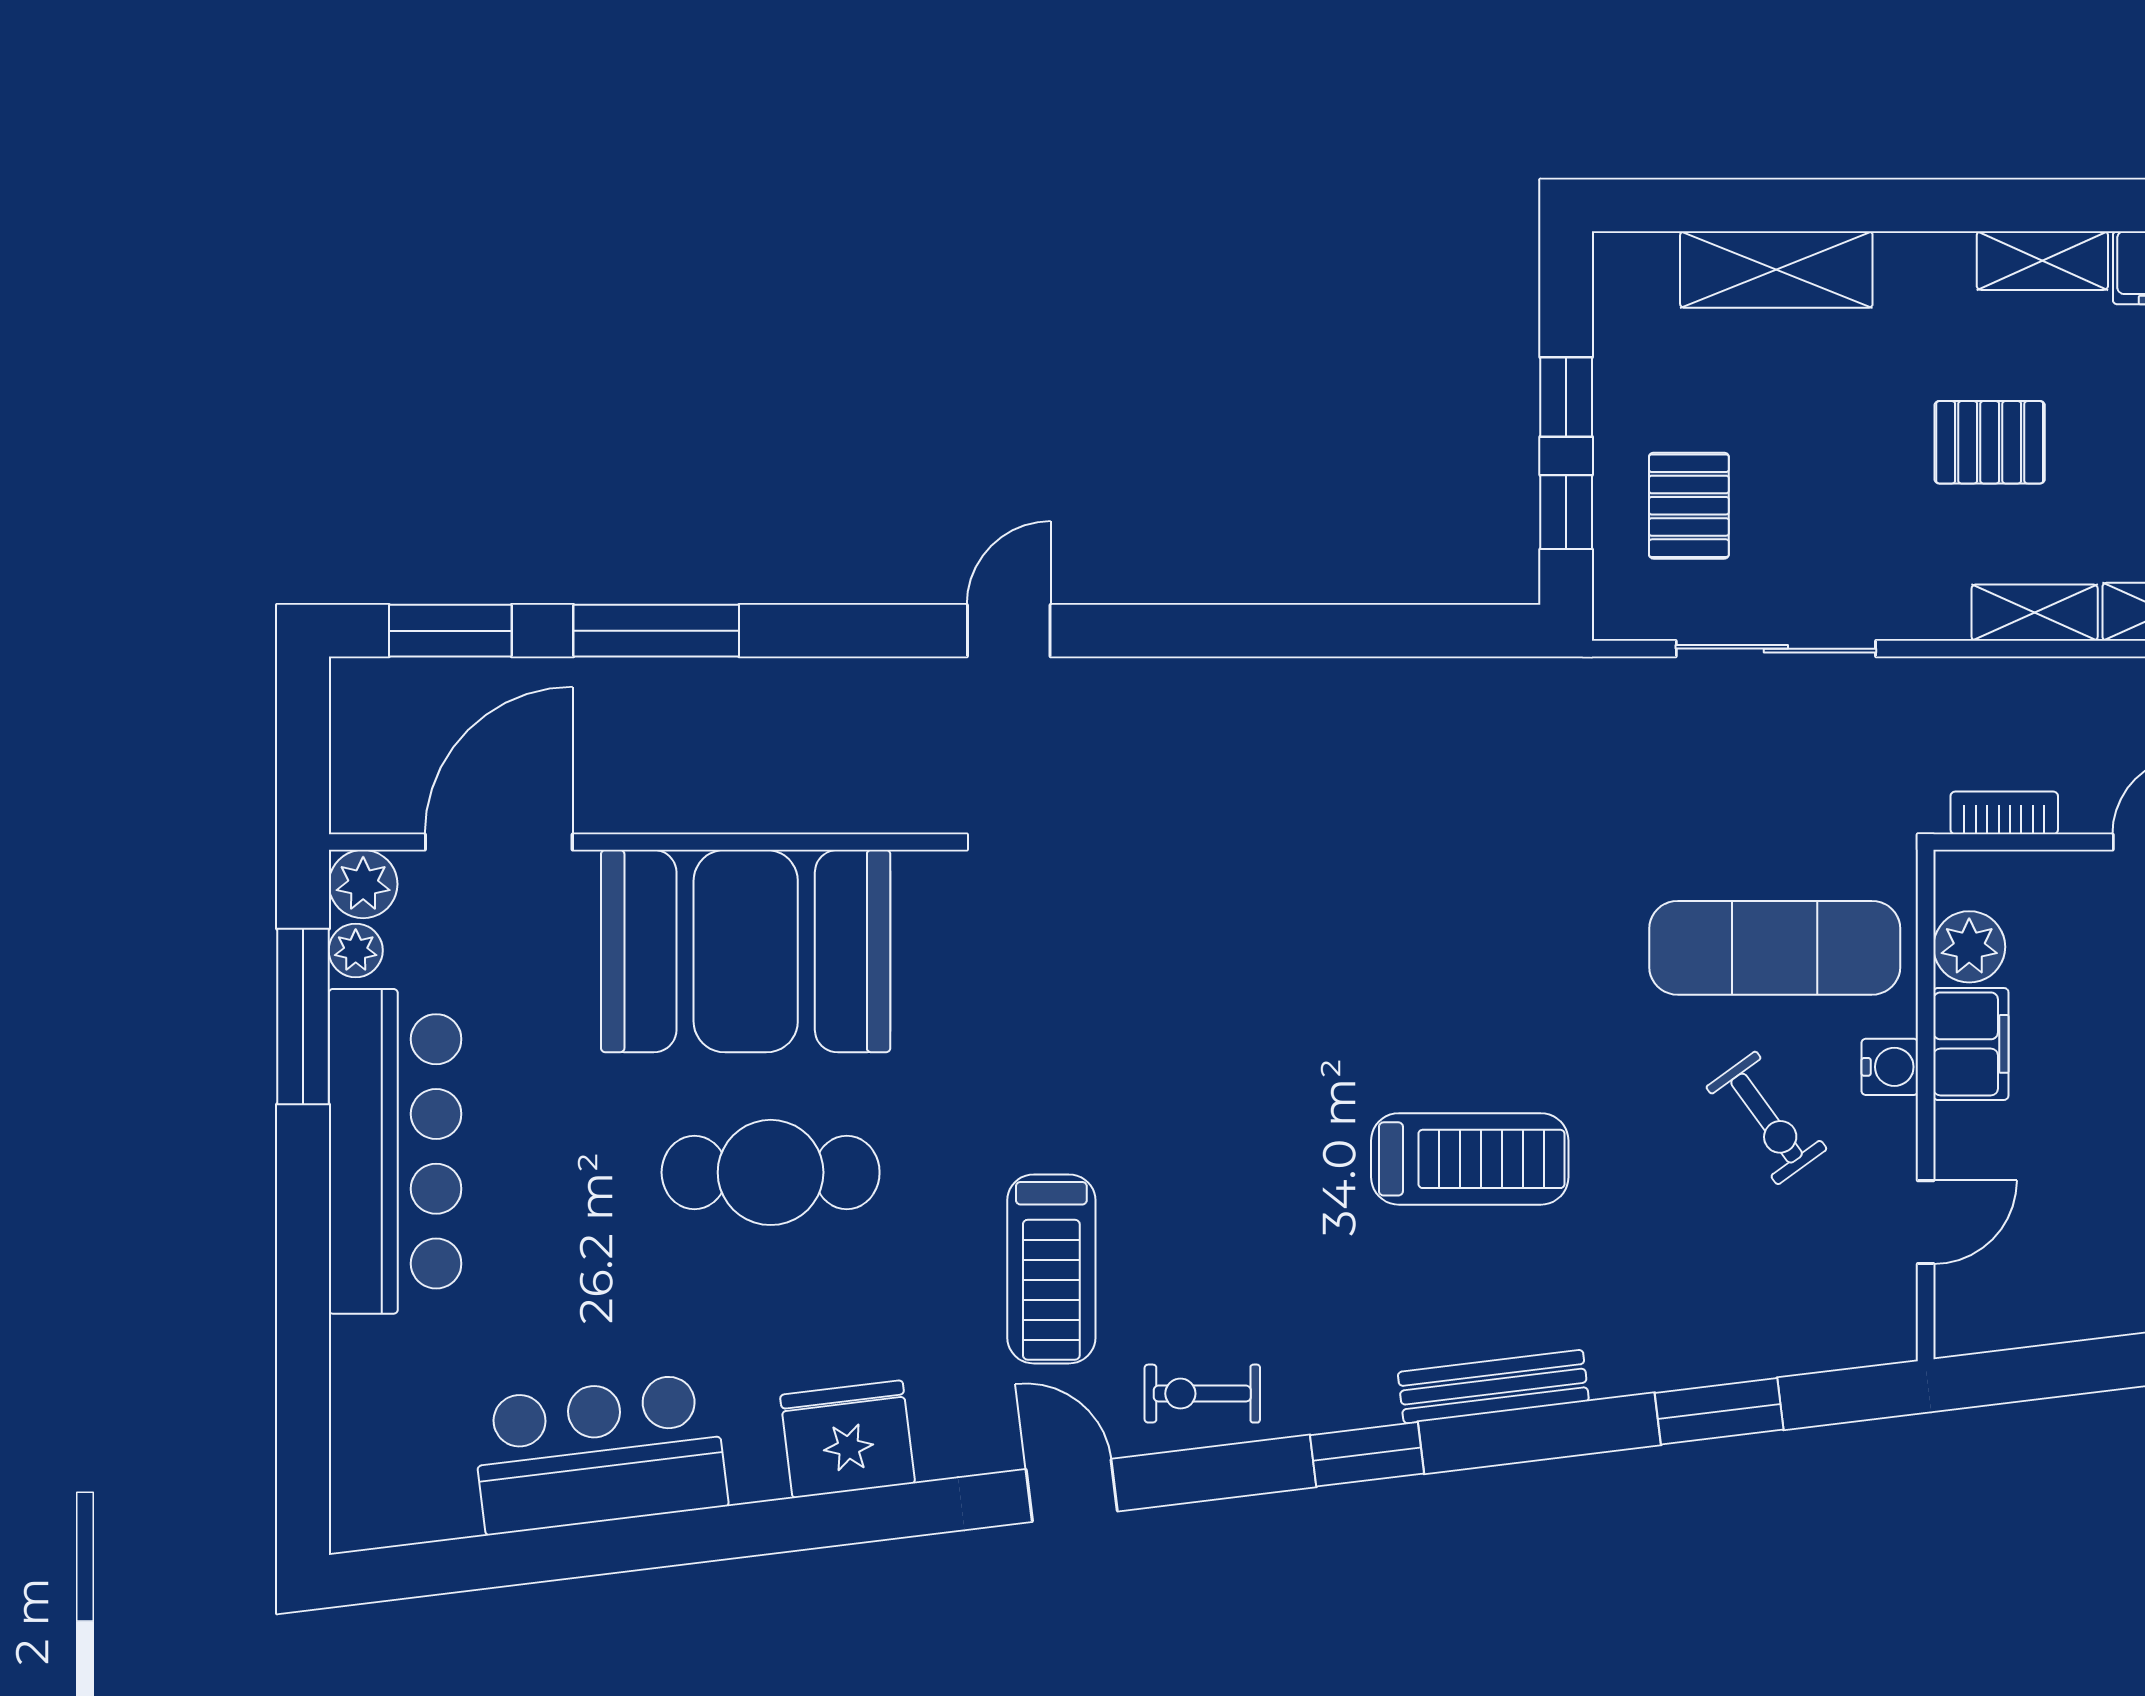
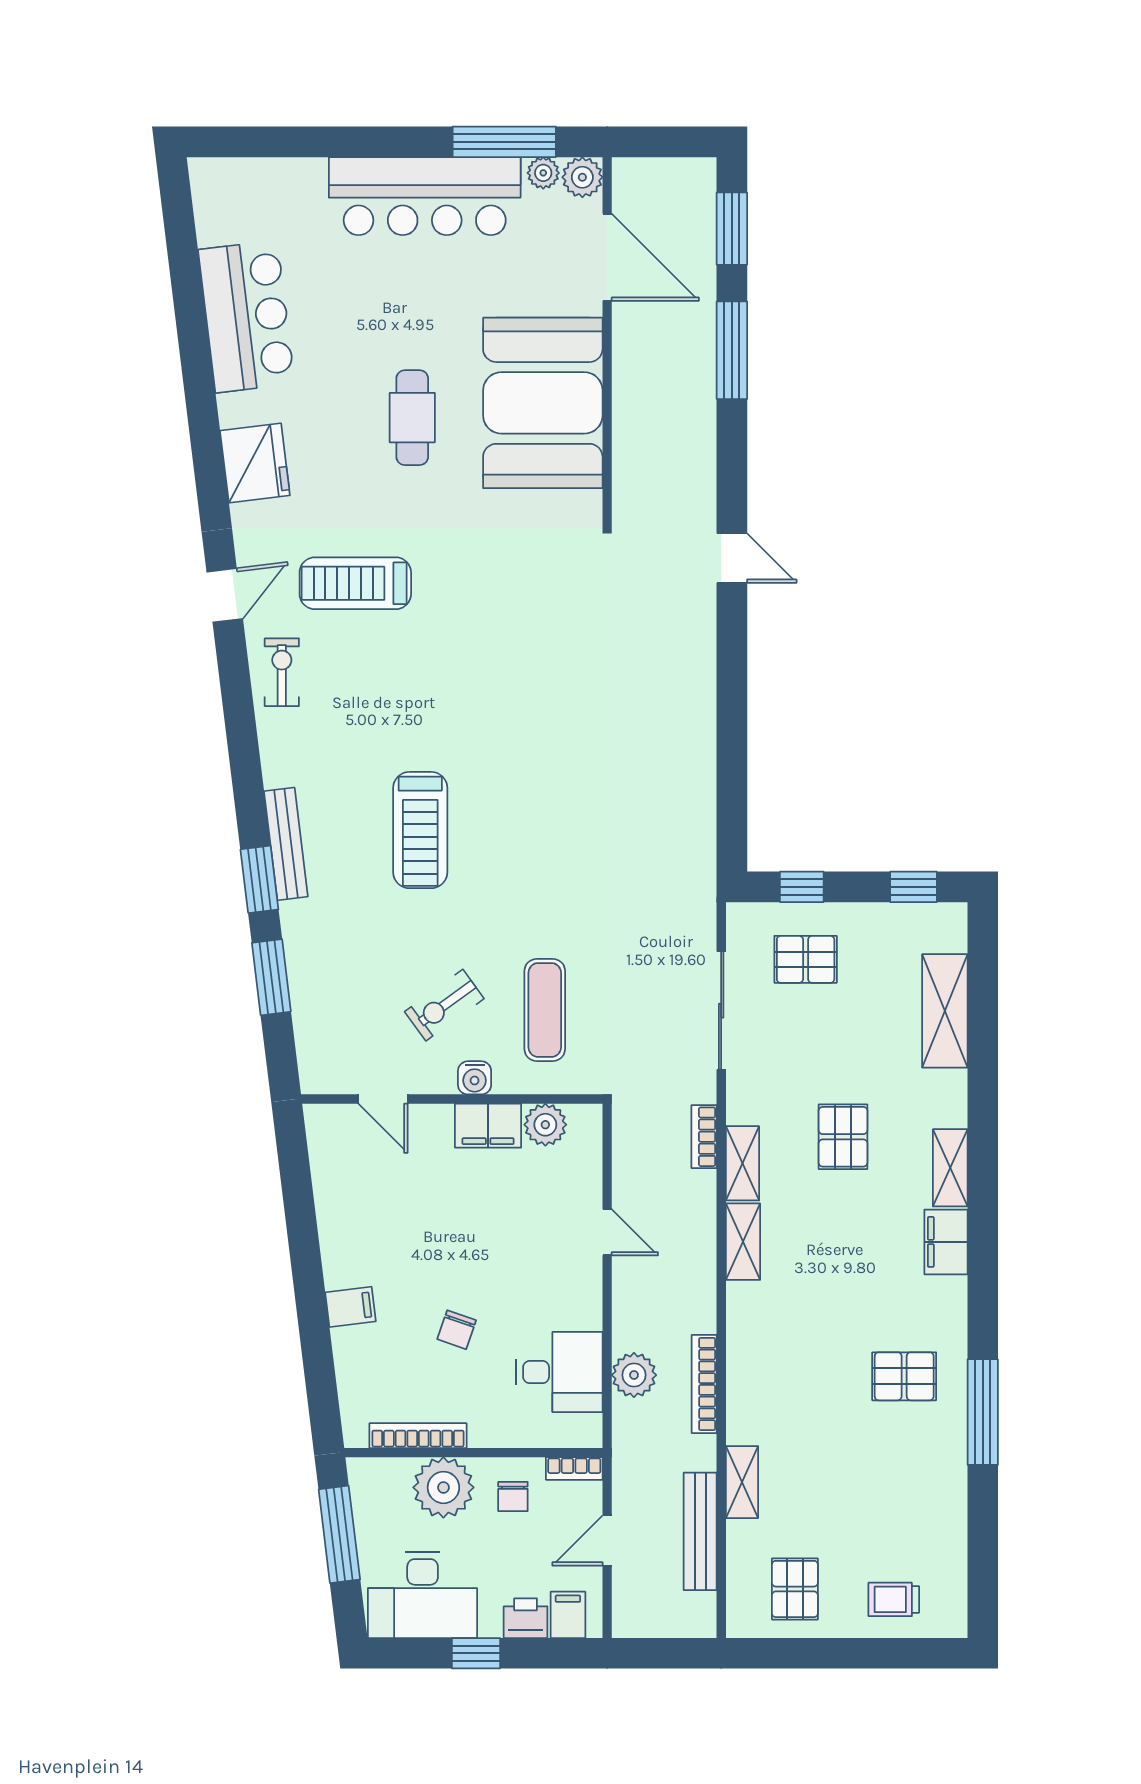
window: (1566, 397) -> (913, 887), moved
bookcase: (2004, 813) -> (704, 1137), moved, turned 180
exercise mat: (1775, 948) -> (545, 1010), width x0.73, depth x0.69
cafe table: (771, 1172) -> (412, 418), width x0.73, depth x0.74
window: (1367, 1454) -> (259, 879), moved

